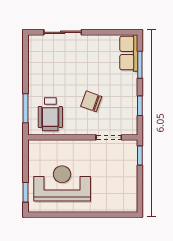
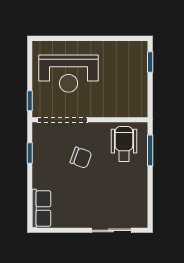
window: (140, 65) -> (30, 196), removed
doorway: (109, 137) -> (62, 120), width x1.88
reception desk: (62, 183) -> (69, 74), moved

